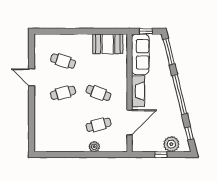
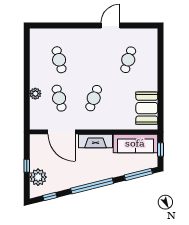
cafe table: (63, 93) -> (59, 60), moved

